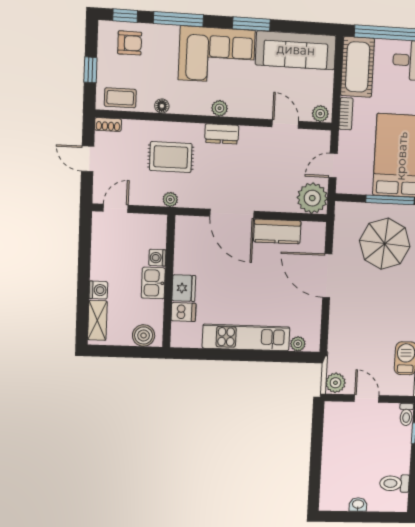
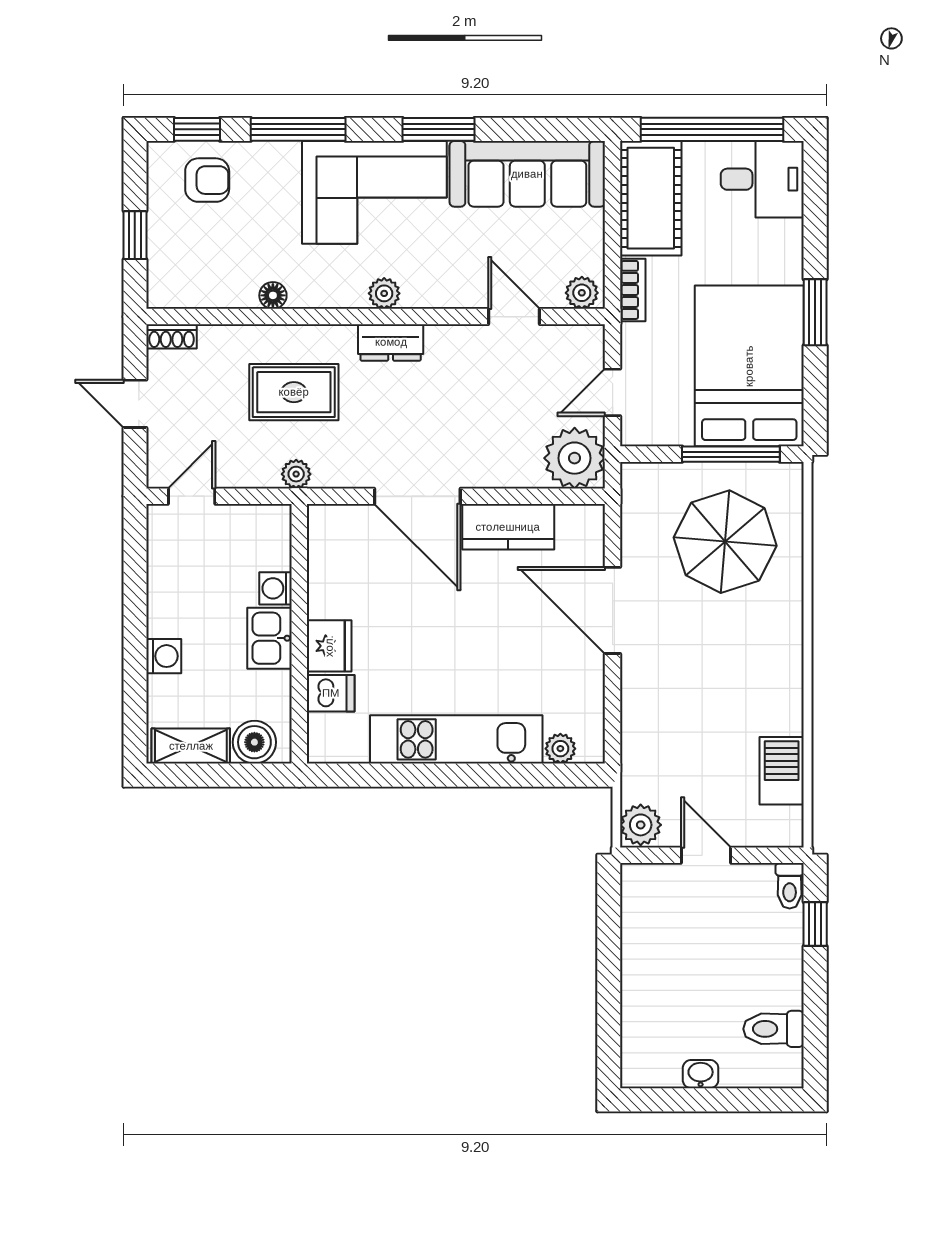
coffee table: (120, 98) -> (193, 285), removed
shelving: (97, 320) -> (191, 746), moved, turned 90

